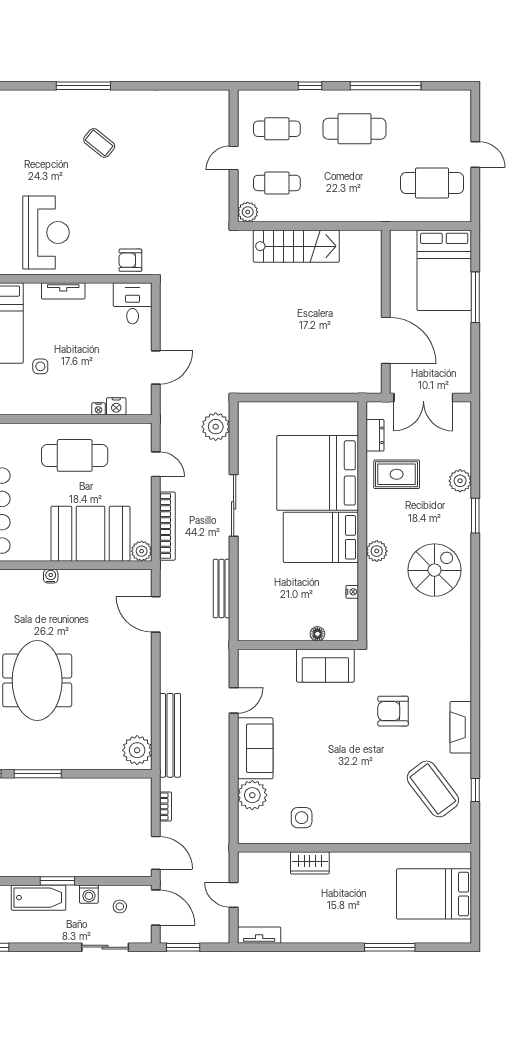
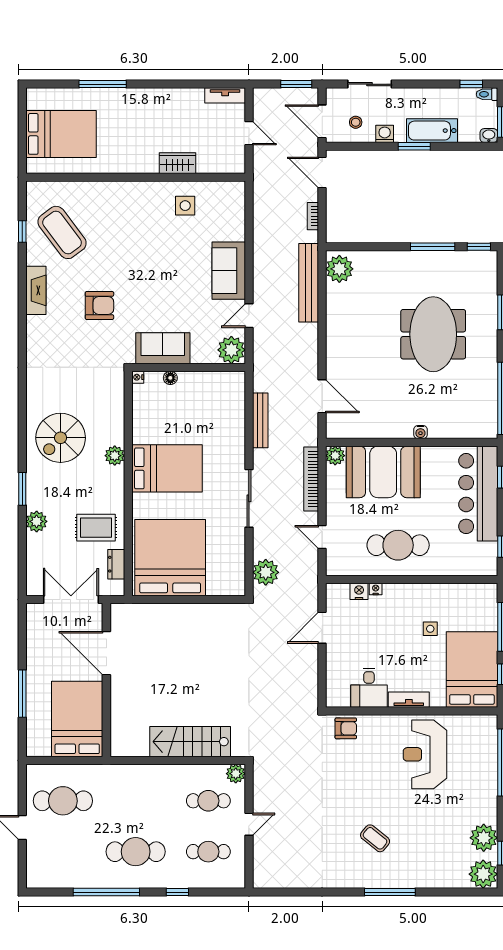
bed: (444, 270) -> (77, 719), moved
desk: (133, 303) -> (369, 688), moved
bed: (318, 473) -> (170, 558), moved, turned -90
nightstand: (352, 592) -> (138, 377), moved
plant: (252, 795) -> (231, 350), moved

